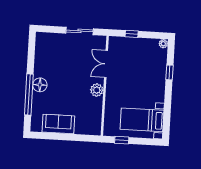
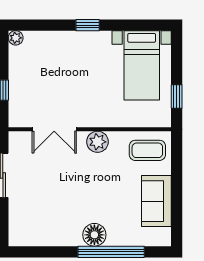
window: (169, 72) -> (88, 25), moved
coffee table: (90, 120) -> (147, 150), added

